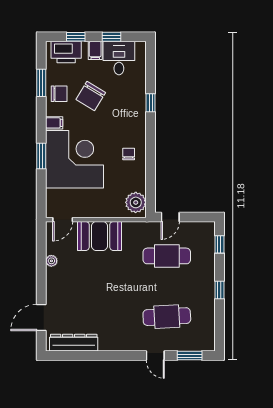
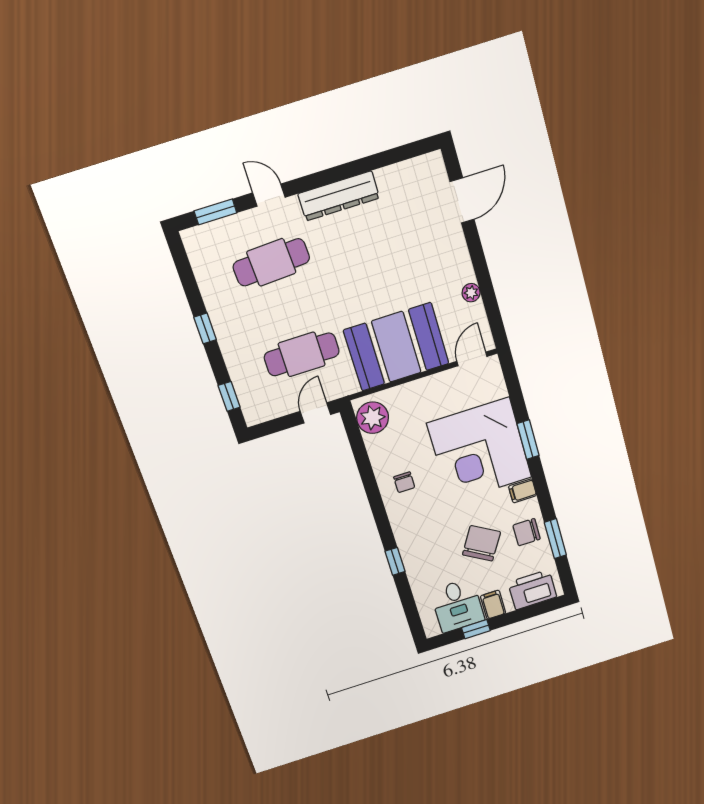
window: (76, 37) -> (525, 613), removed
booth: (100, 236) -> (396, 347), width x1.36, depth x1.42
dresser: (74, 343) -> (339, 196), moved

